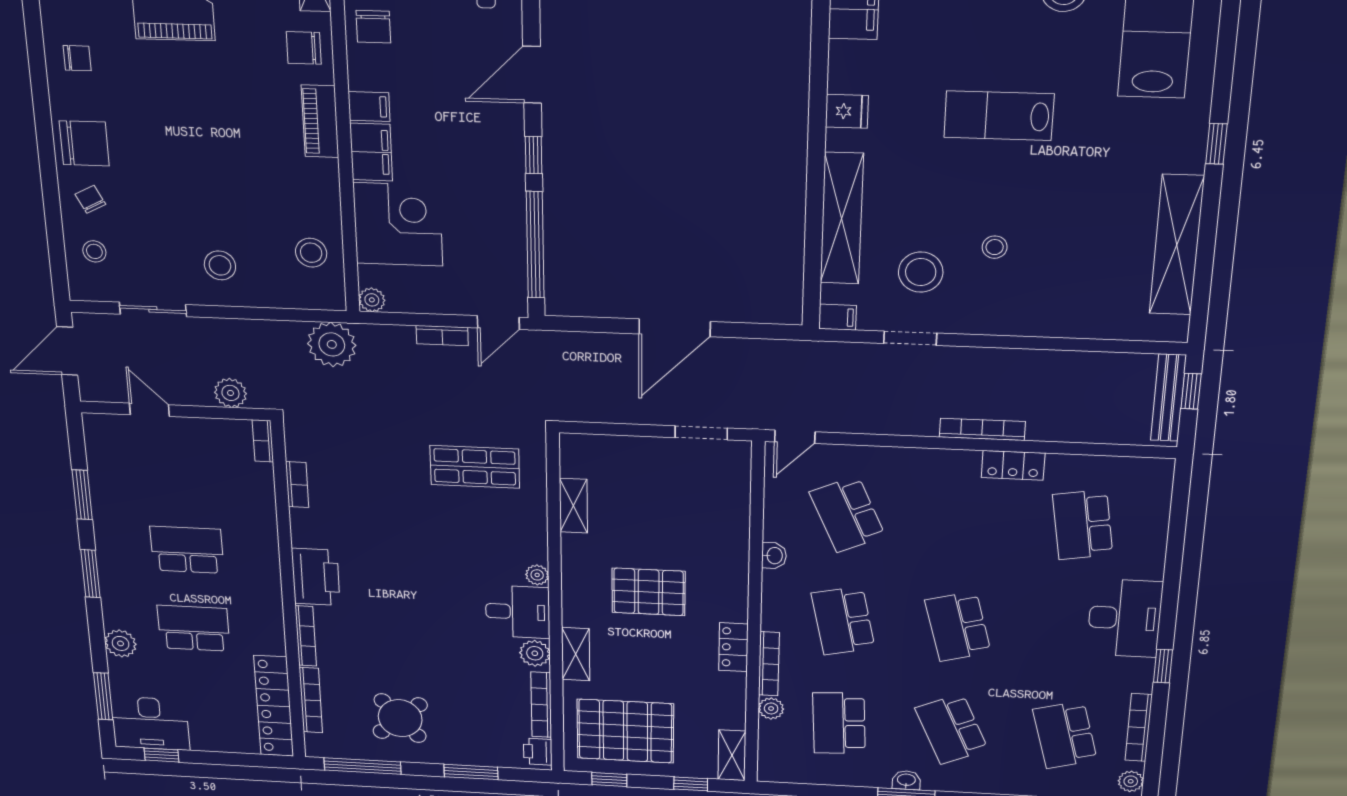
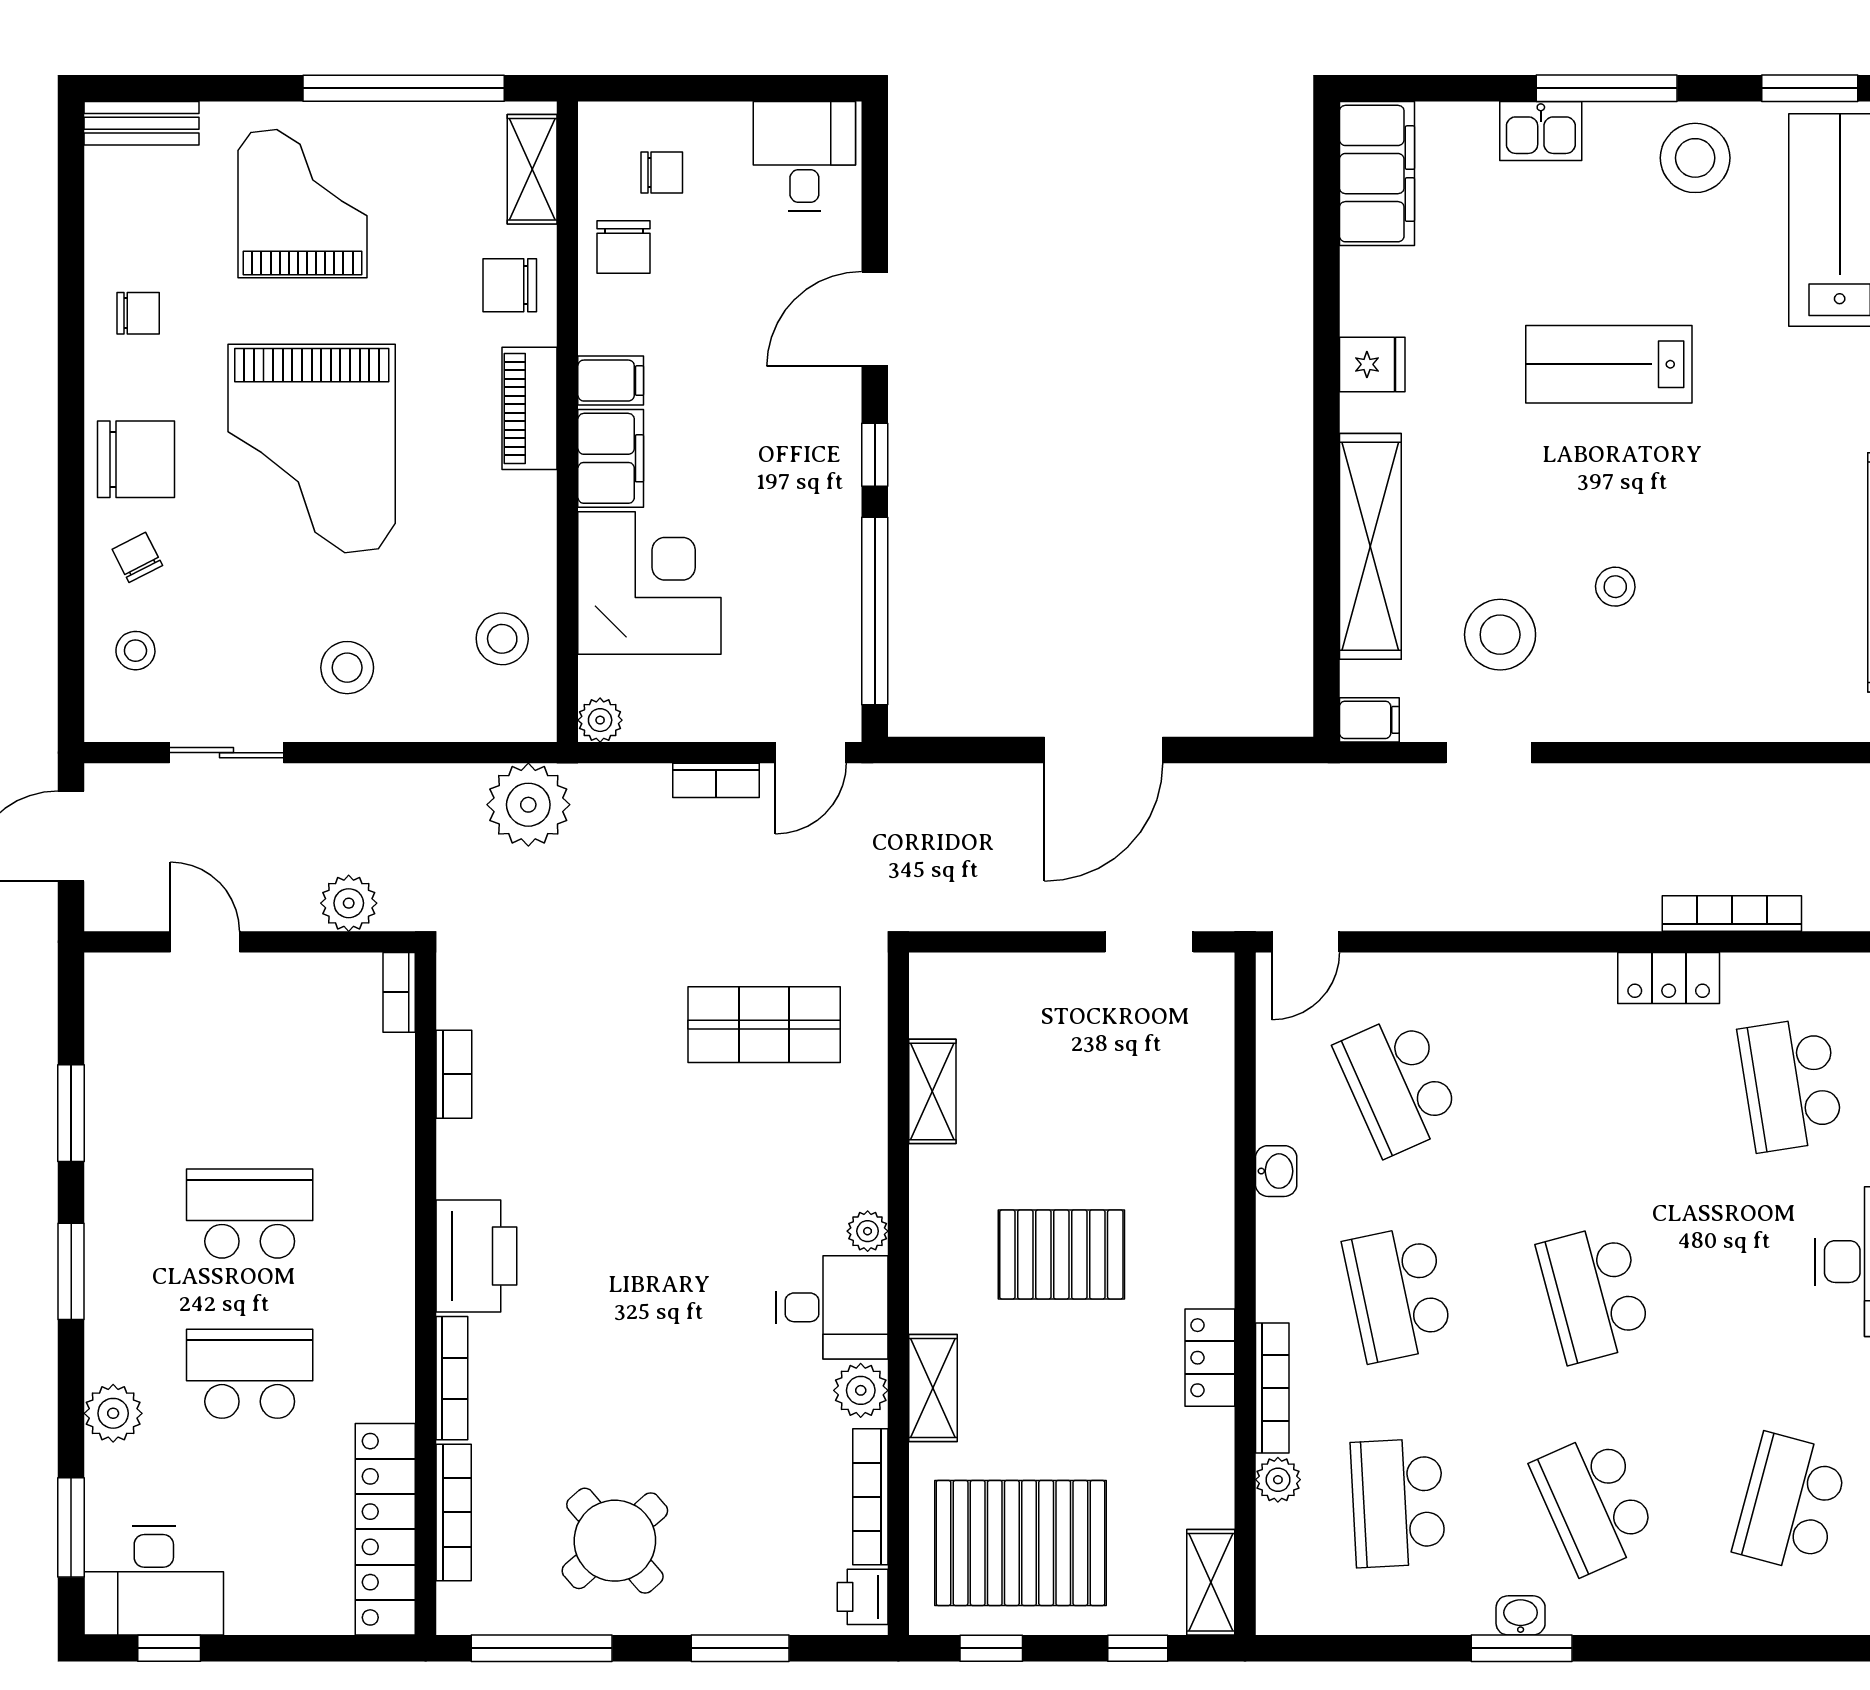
grand piano: (189, 141) -> (312, 449), added
bookcase: (982, 429) -> (1732, 913), moved
school desk: (1065, 735) -> (1791, 1503), turned 30

